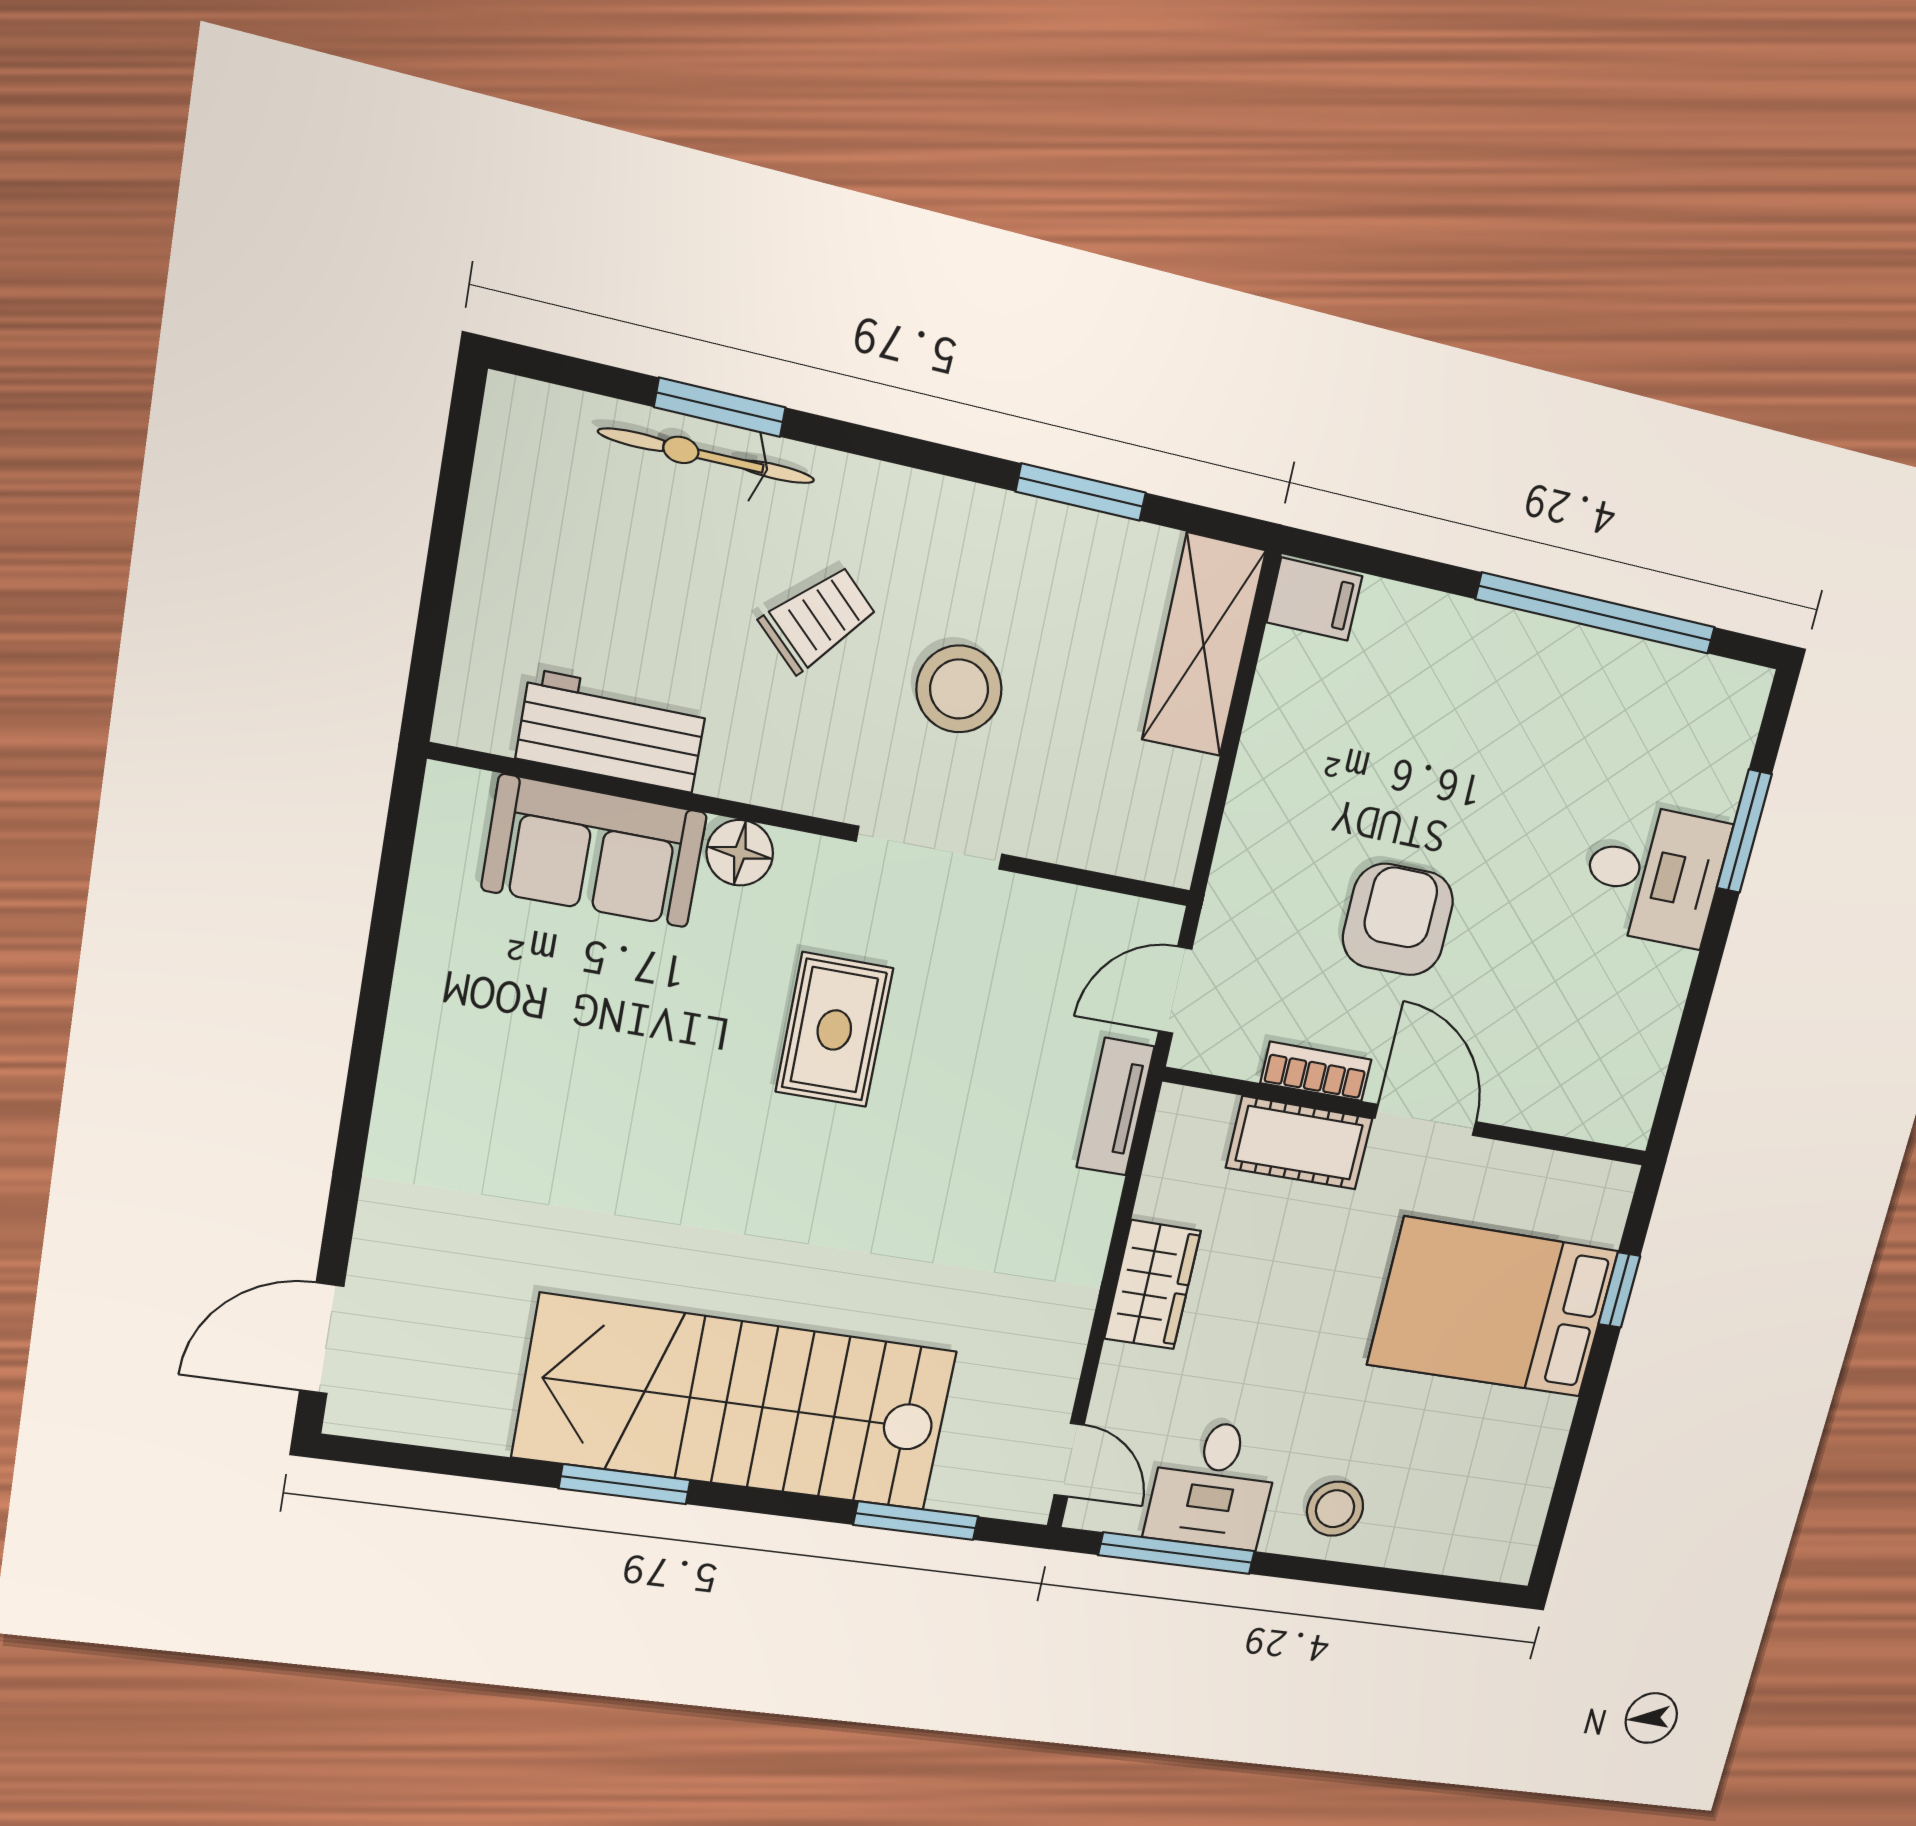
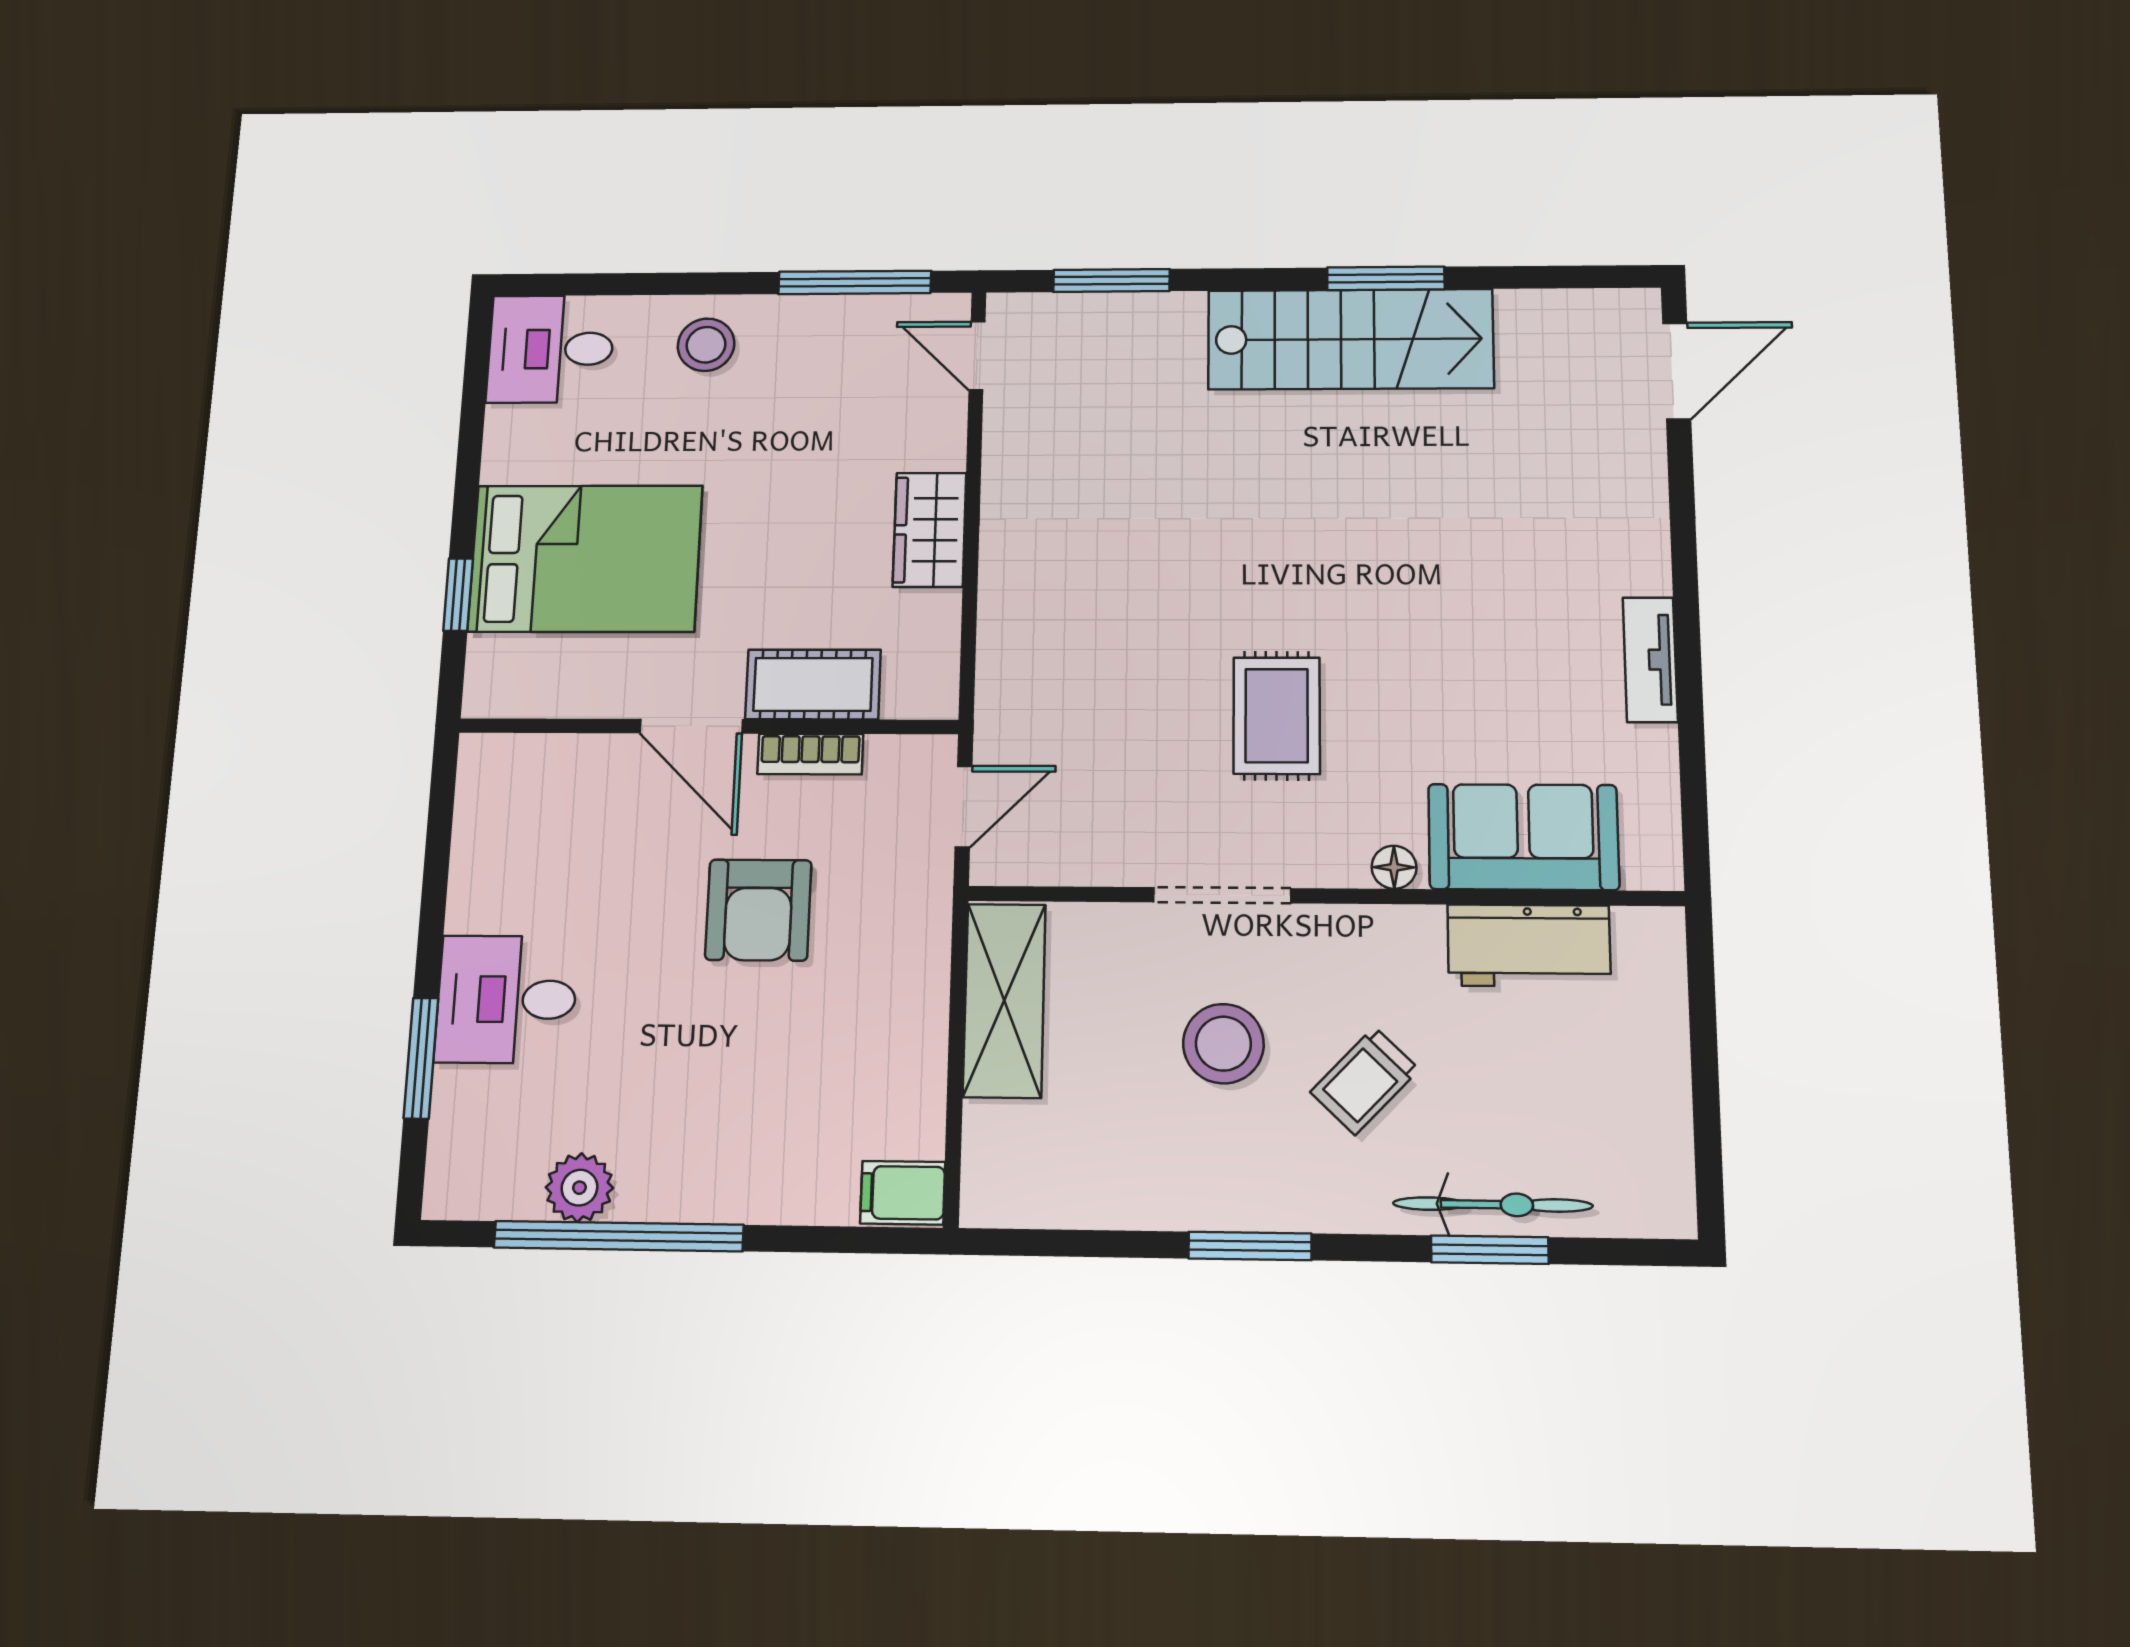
window: (1081, 492) -> (1250, 1246), moved
shelving: (1204, 645) -> (1004, 1000), moved
plant: (1623, 670) -> (579, 1188), added
floor lamp: (740, 853) -> (1394, 867), width x0.73, depth x0.73
tv unit: (1115, 1107) -> (1650, 660), moved, turned 180
stairs: (737, 1404) -> (1350, 339), width x0.73, depth x0.66
desk: (1213, 1485) -> (551, 349), moved, turned -90

